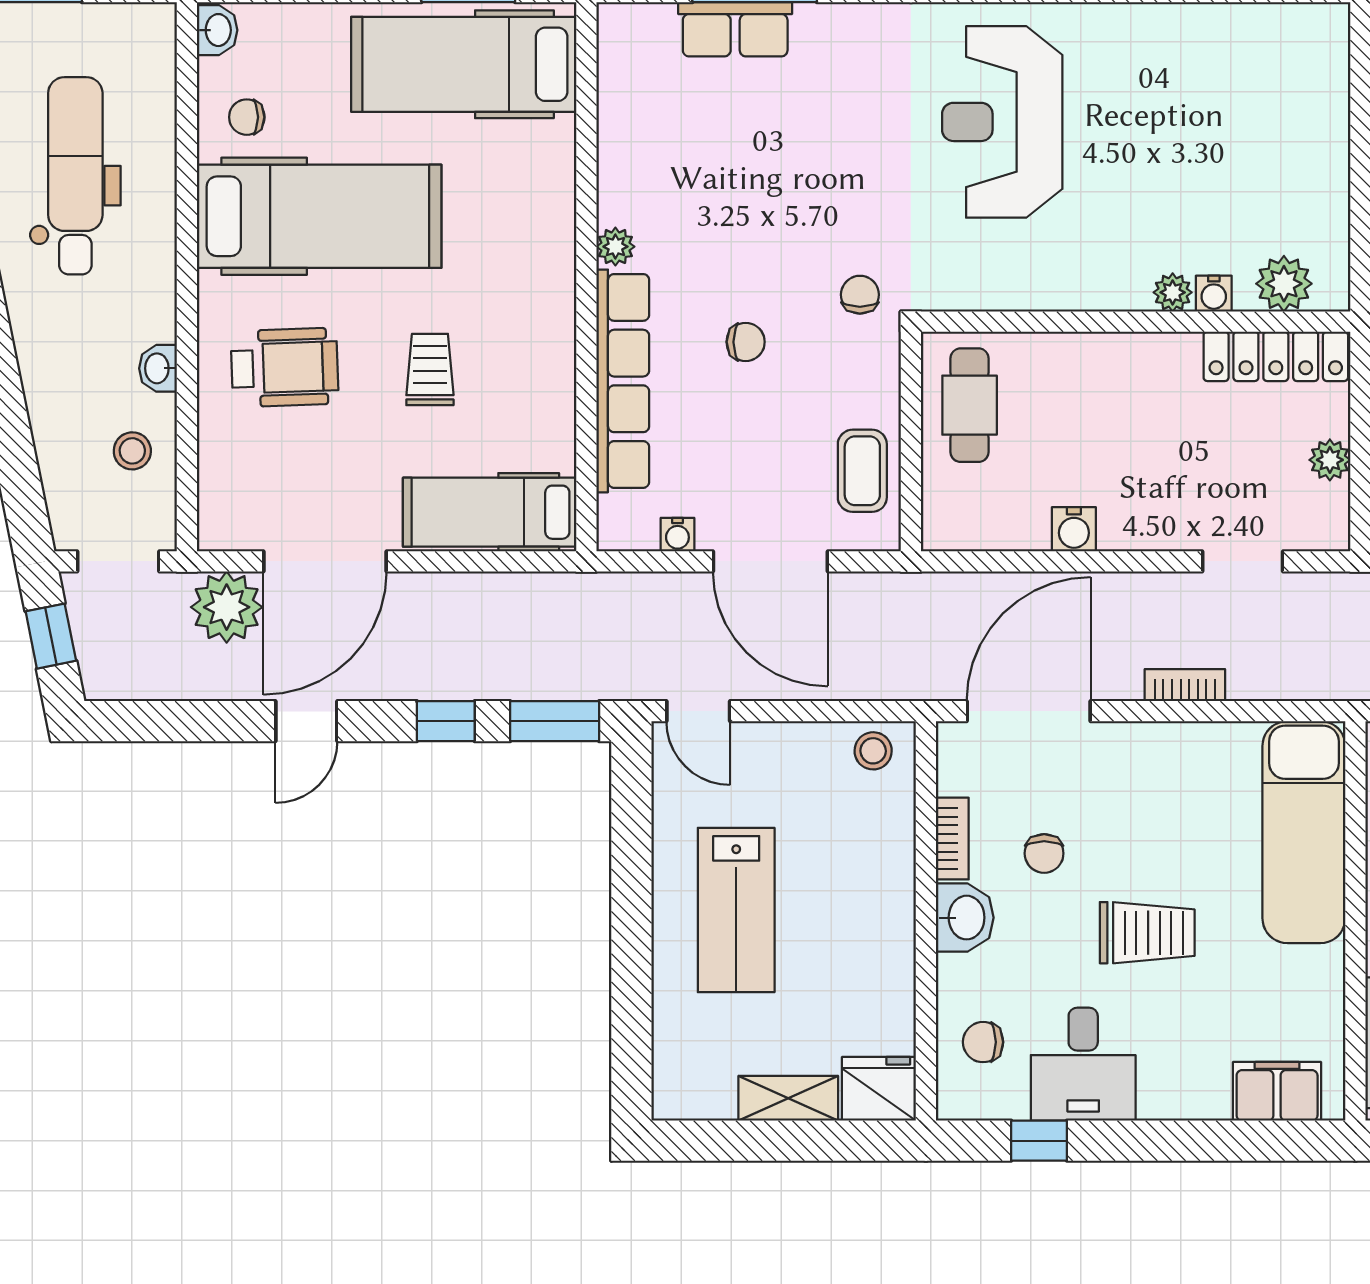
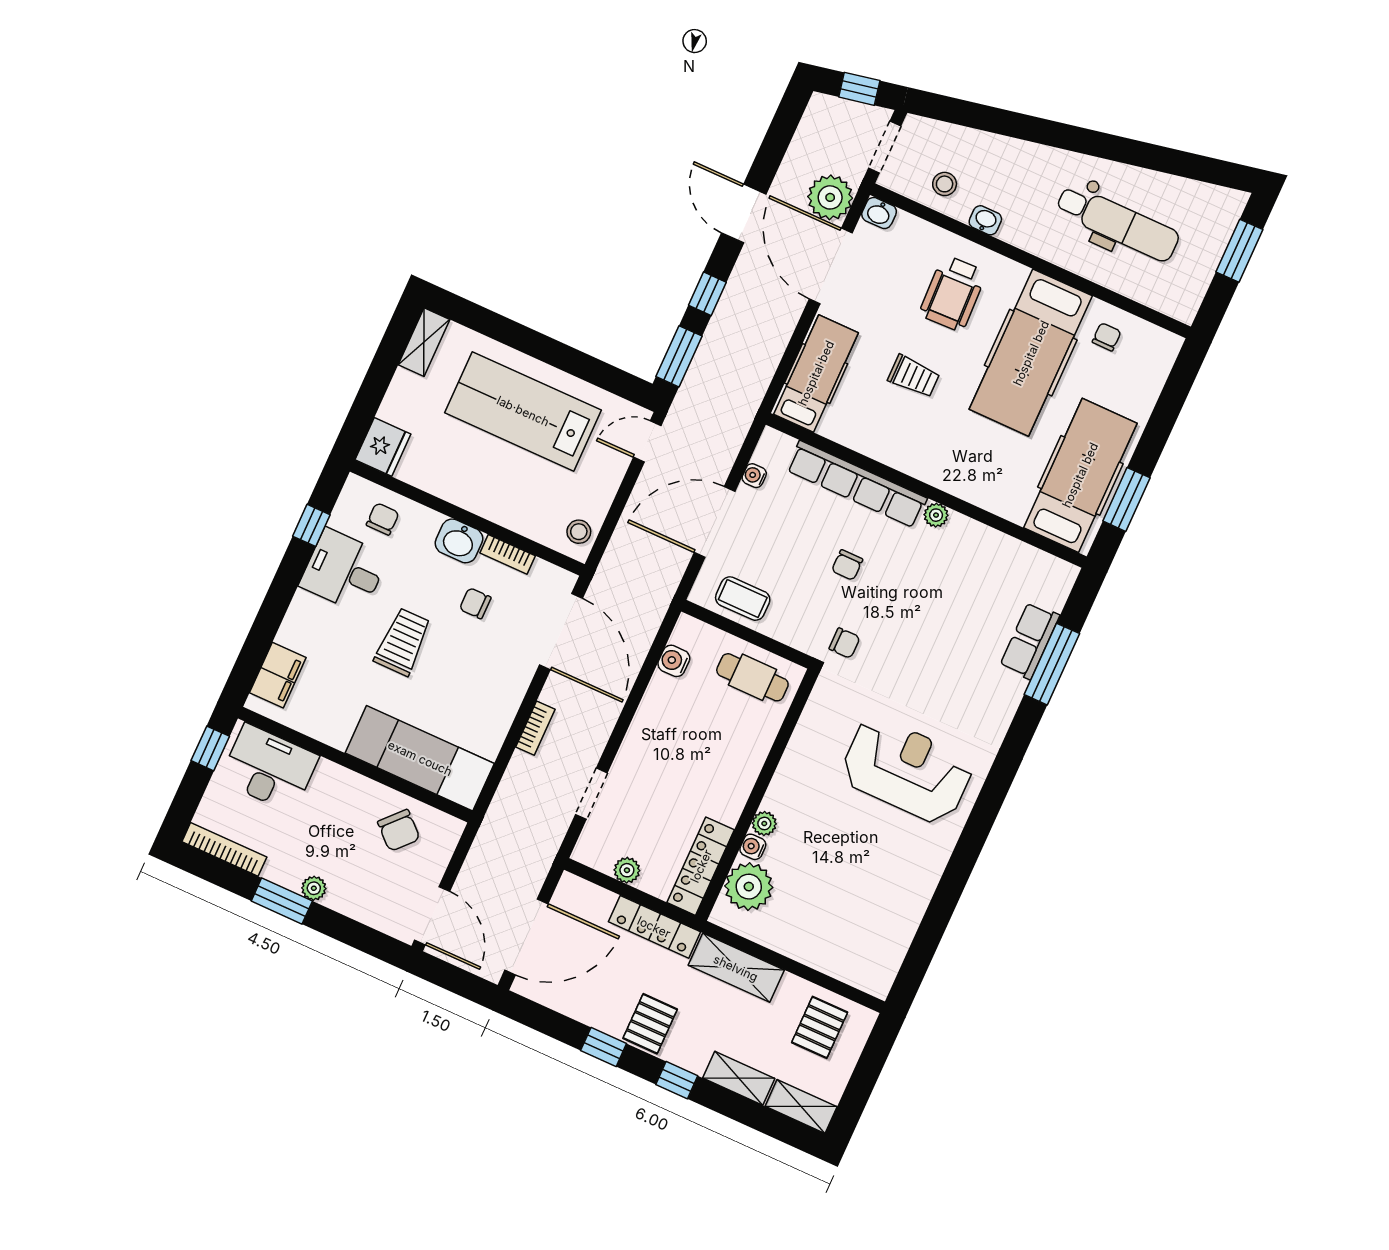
washbasin: (217, 30) -> (879, 213), moved
plant: (1284, 284) -> (749, 887), width x1.36, depth x1.36
water cooler: (1074, 529) -> (674, 661), moved
door: (306, 721) -> (744, 214), width x1.38
lab bench: (736, 910) -> (523, 411), width x1.36, depth x1.39
trolley: (1147, 933) -> (403, 642), turned 180
shelving: (788, 1098) -> (424, 342), moved

